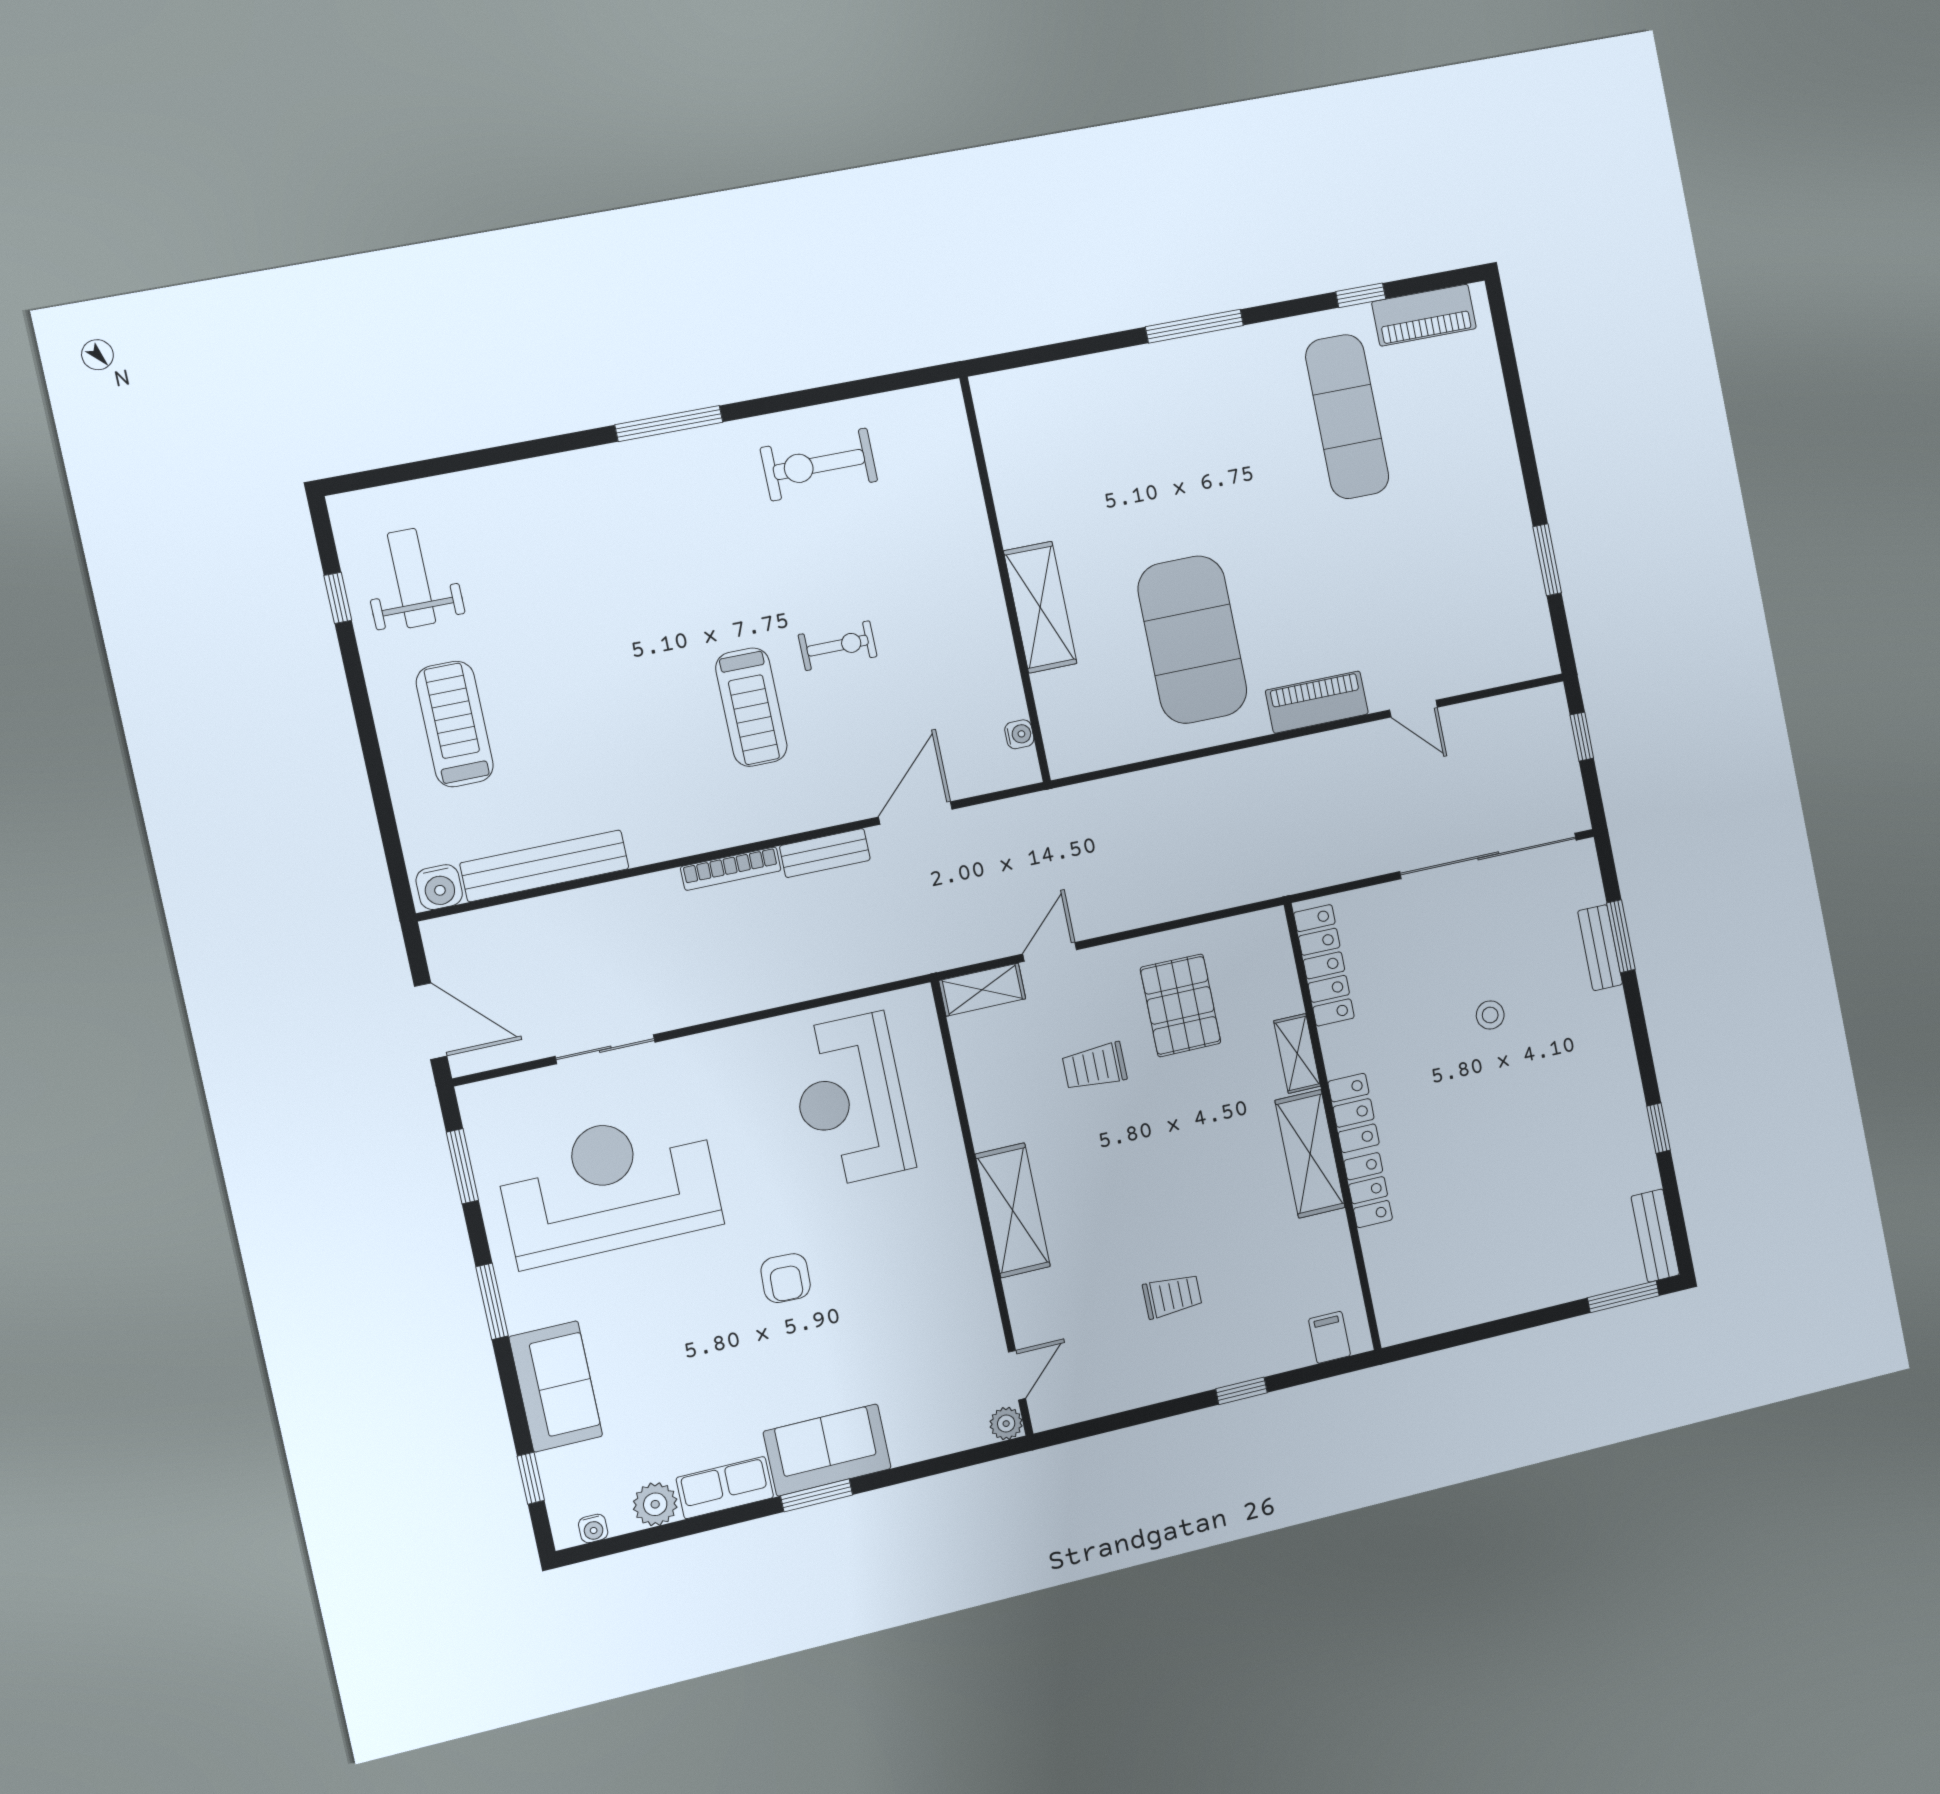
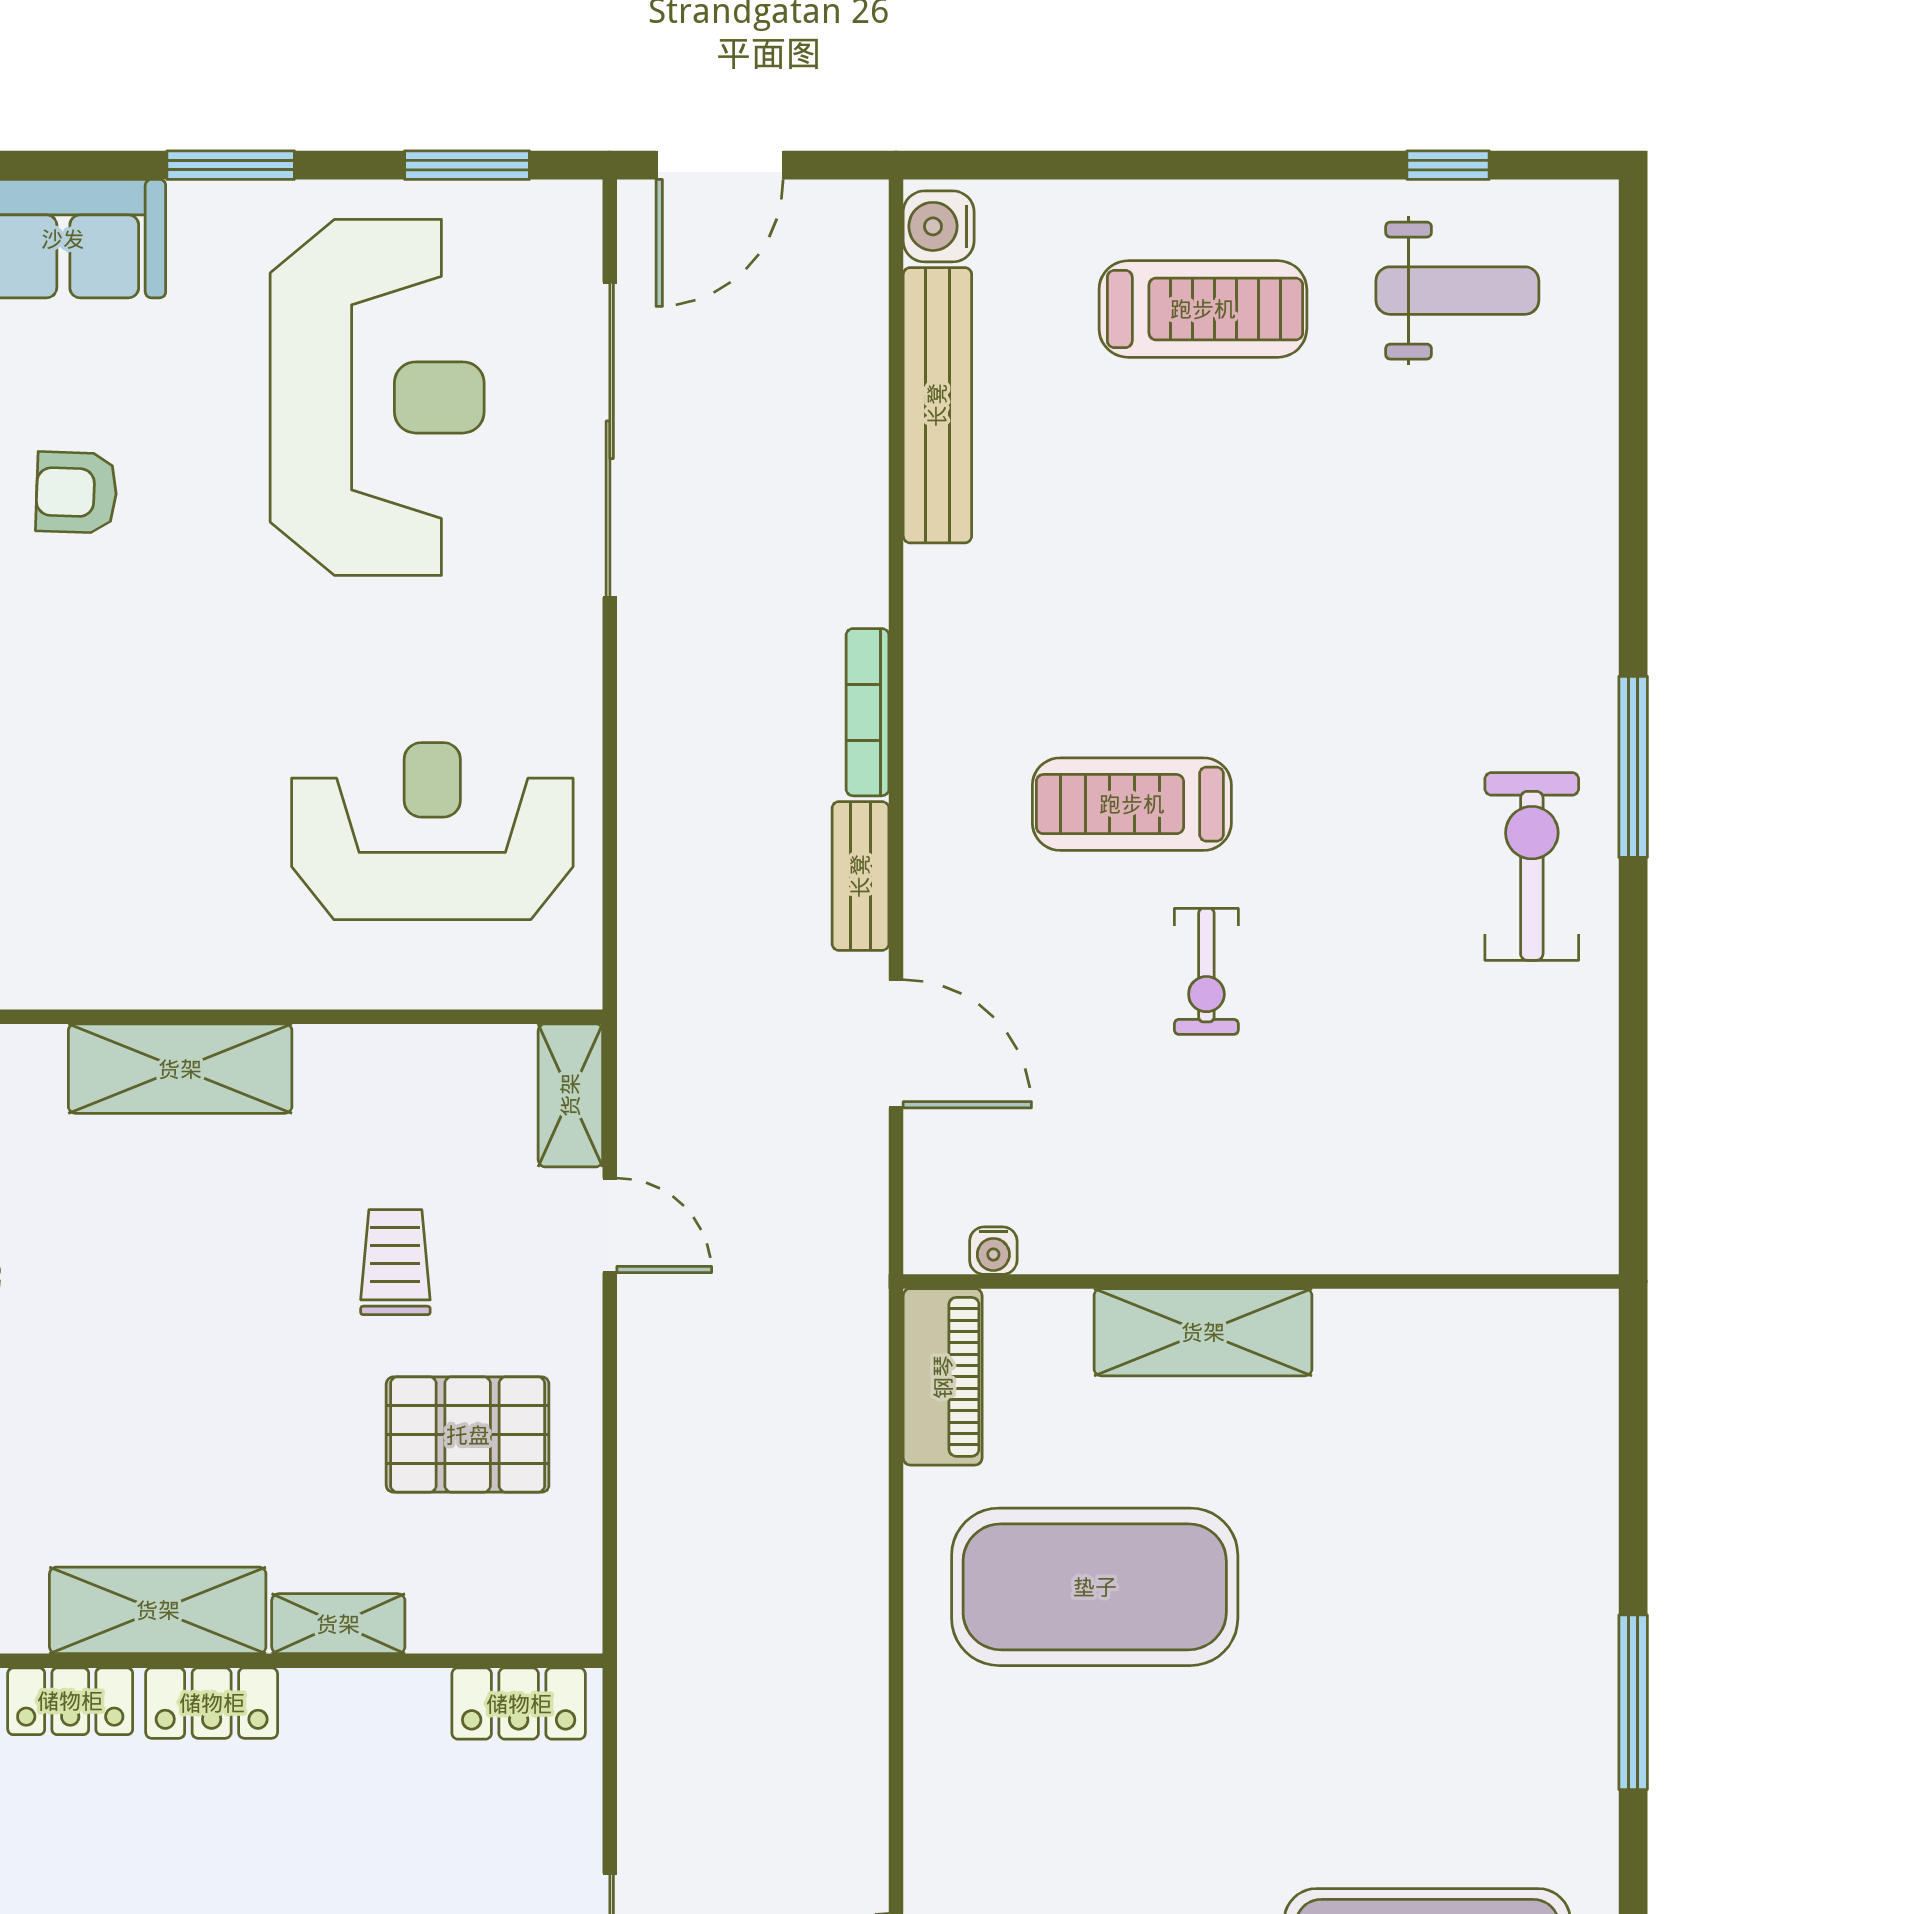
exercise bike: (819, 464) -> (1532, 866), moved
piano: (1317, 702) -> (943, 1377), moved
locker: (1324, 965) -> (519, 1704), width x0.66
sliding door: (605, 1049) -> (610, 440), width x1.86
armchair: (786, 1278) -> (76, 492), moved

